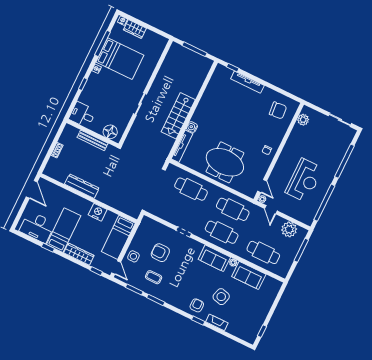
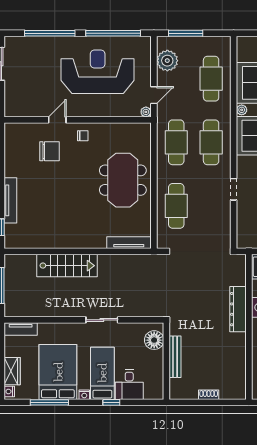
tv unit: (160, 48) -> (21, 329), added
bed: (105, 87) -> (102, 373), added
chair: (278, 110) -> (49, 151), moved, turned 95
desk: (82, 115) -> (129, 385), moved
stairs: (178, 116) -> (67, 266), moved
plant: (303, 120) -> (23, 109), removed
water cooler: (192, 127) -> (99, 242), removed
reception desk: (304, 180) -> (98, 72), width x1.36, depth x1.30
dresser: (82, 186) -> (238, 309), moved
door: (262, 186) -> (57, 120), moved

